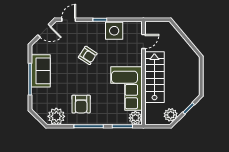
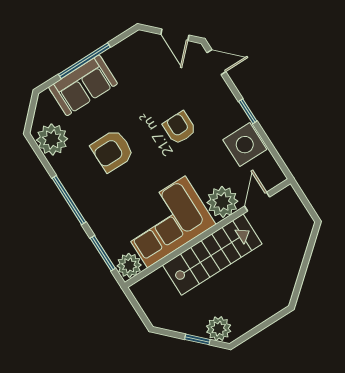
door: (143, 42) -> (257, 202), swing flipped
armchair: (88, 55) -> (179, 128), turned 147
plant: (134, 57) -> (222, 202), added
sofa: (41, 71) -> (83, 85), moved
armchair: (81, 104) -> (112, 151), moved
plant: (171, 115) -> (219, 329), moved

